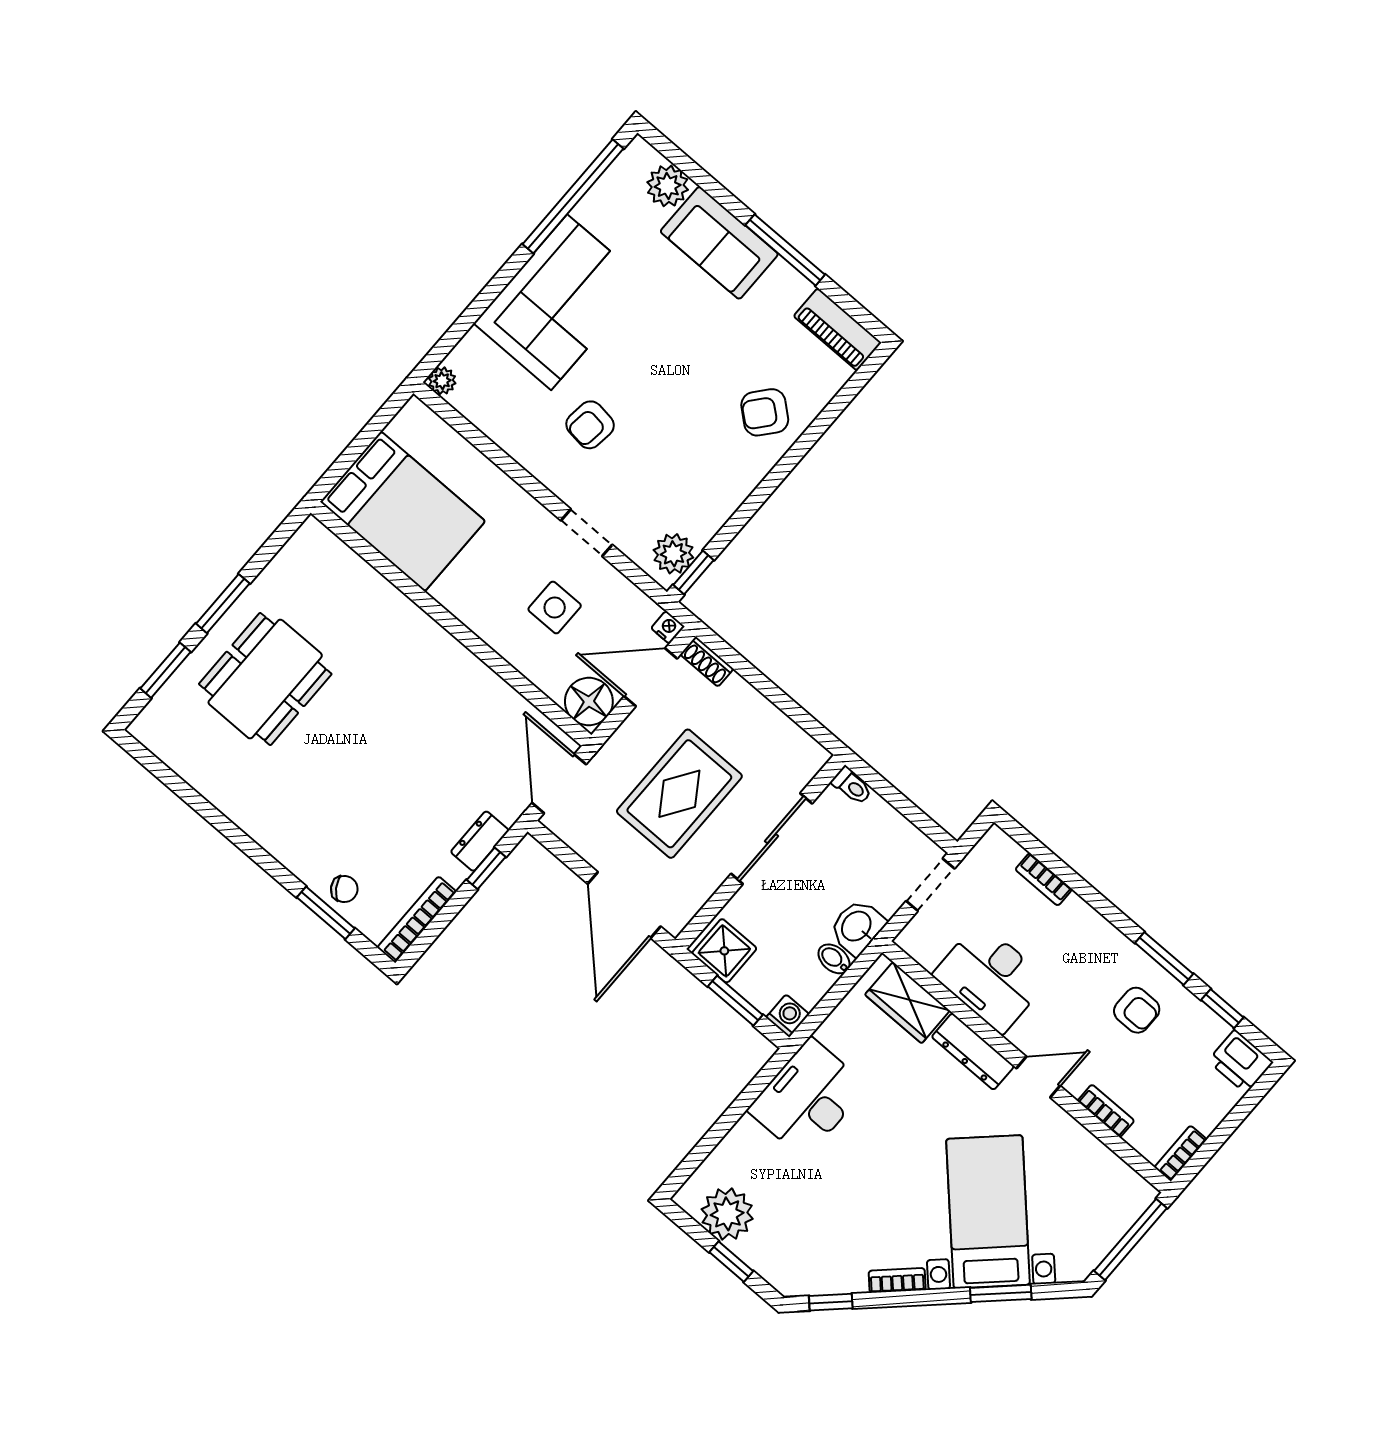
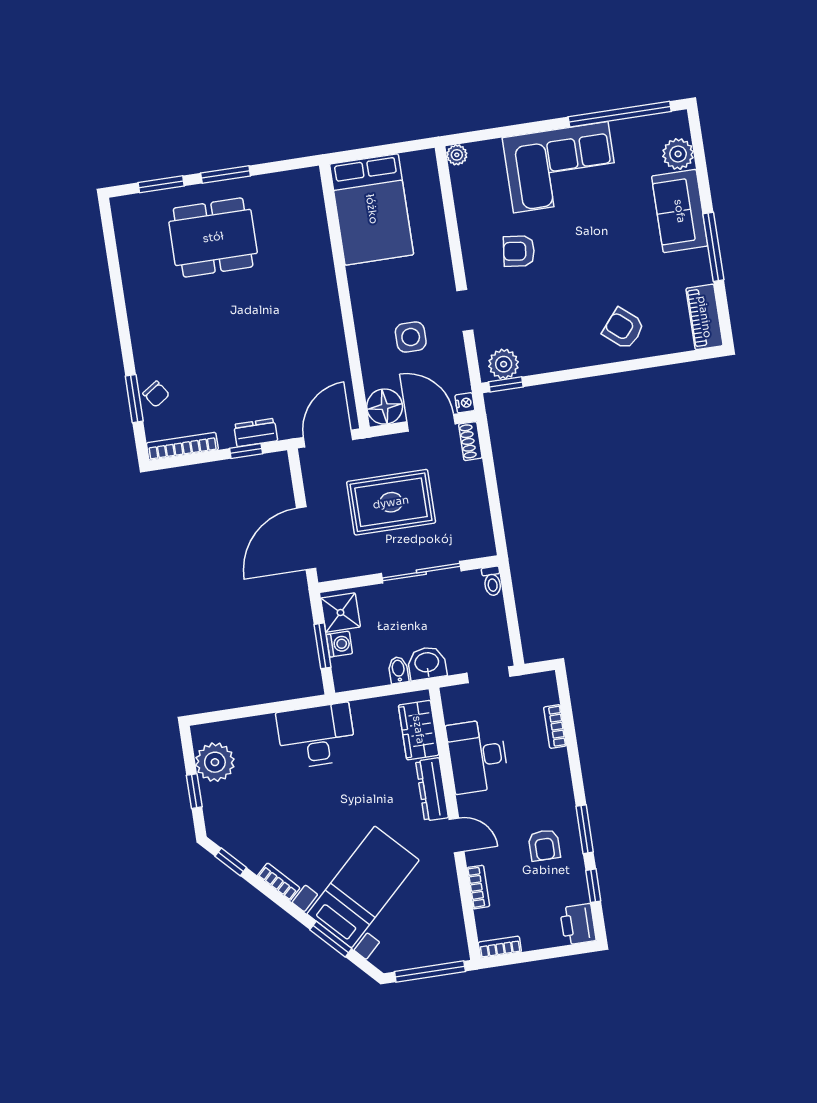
washing machine: (788, 1016) -> (339, 644), moved

